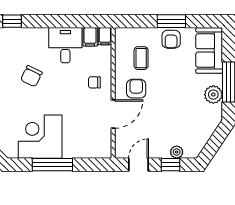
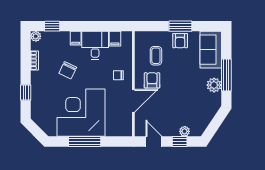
filing cabinet: (105, 36) -> (76, 38), moved
corner desk: (40, 137) -> (81, 113), width x1.36, depth x1.36
door: (139, 165) -> (154, 141), hinge flipped

